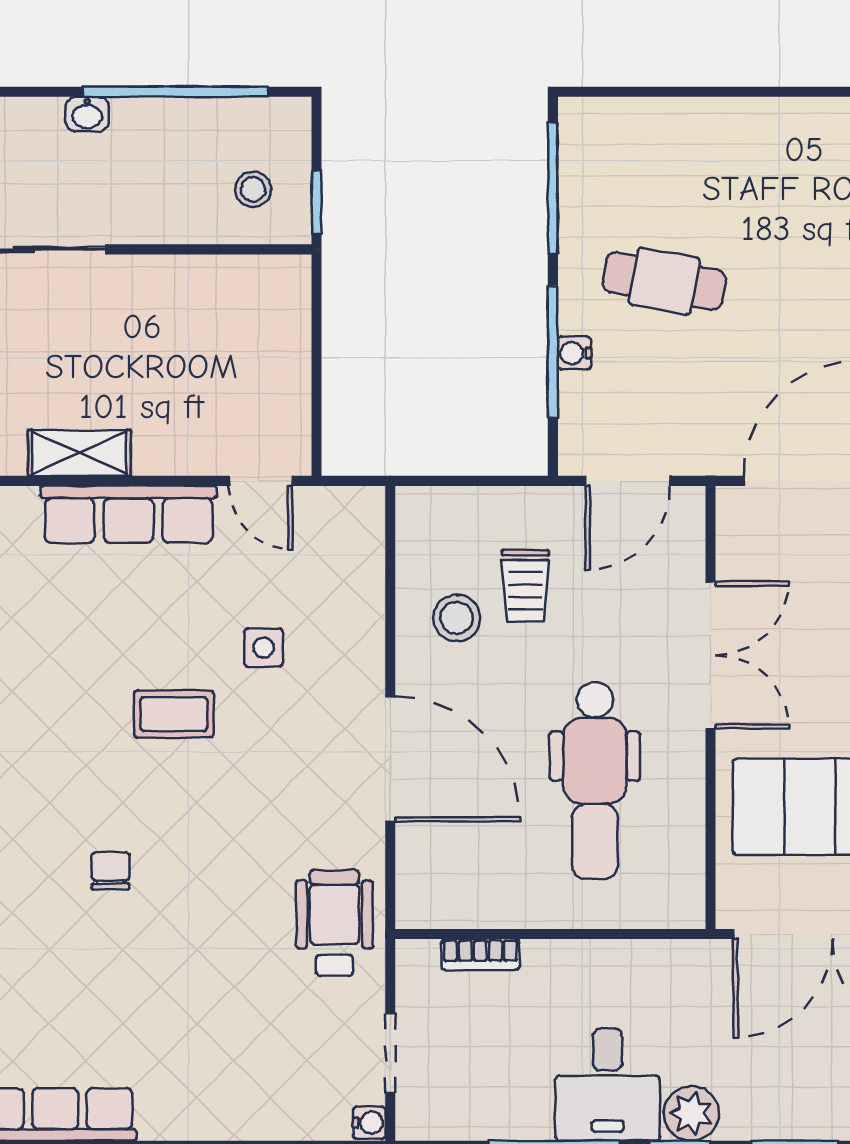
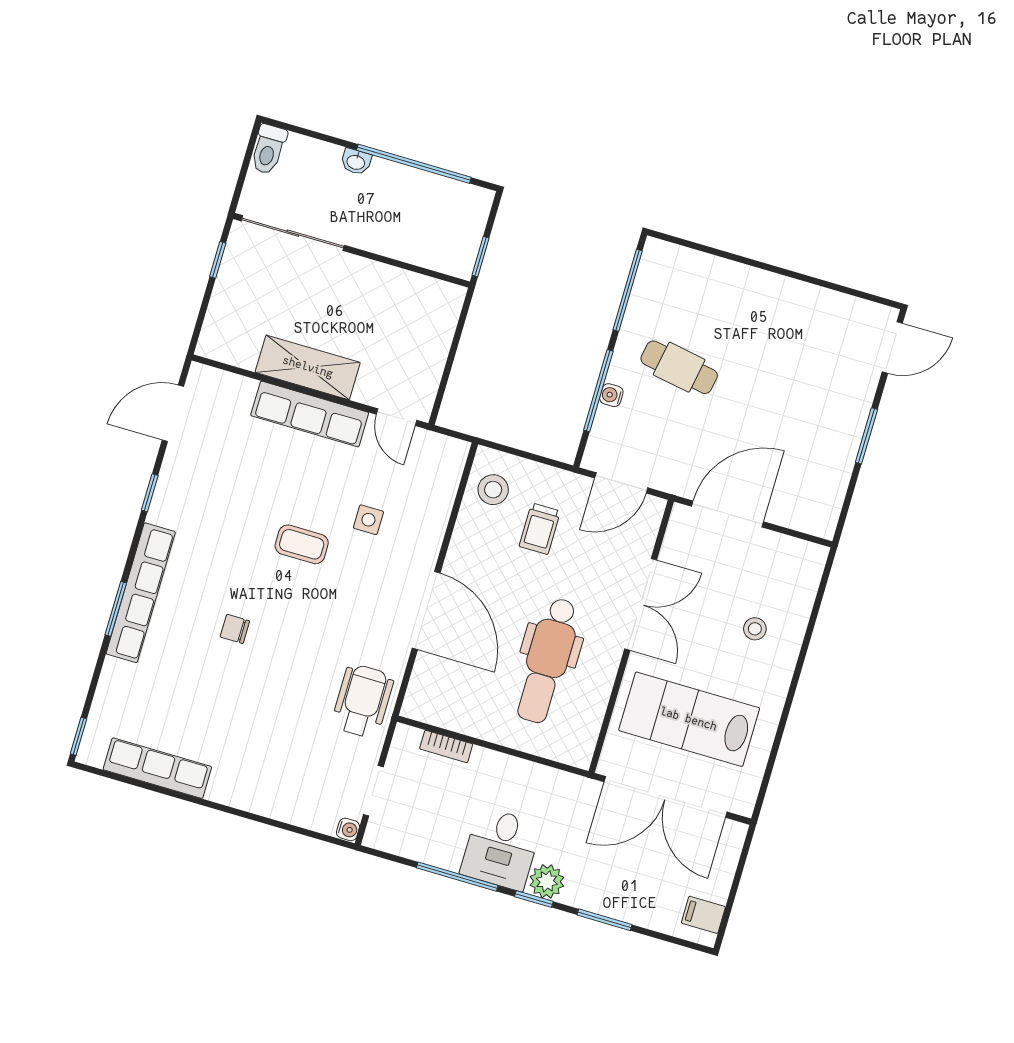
stool: (253, 189) -> (444, 237), removed
shelving: (79, 453) -> (308, 367), width x1.50, depth x1.33
stool: (457, 618) -> (493, 490), moved
chair: (111, 871) -> (235, 629), turned -90

